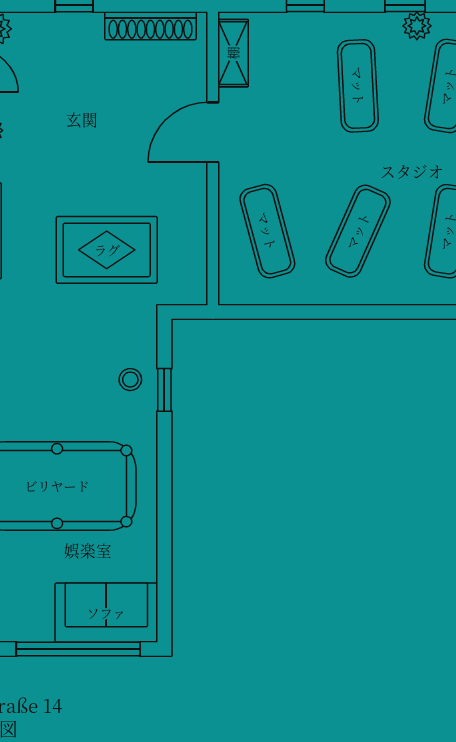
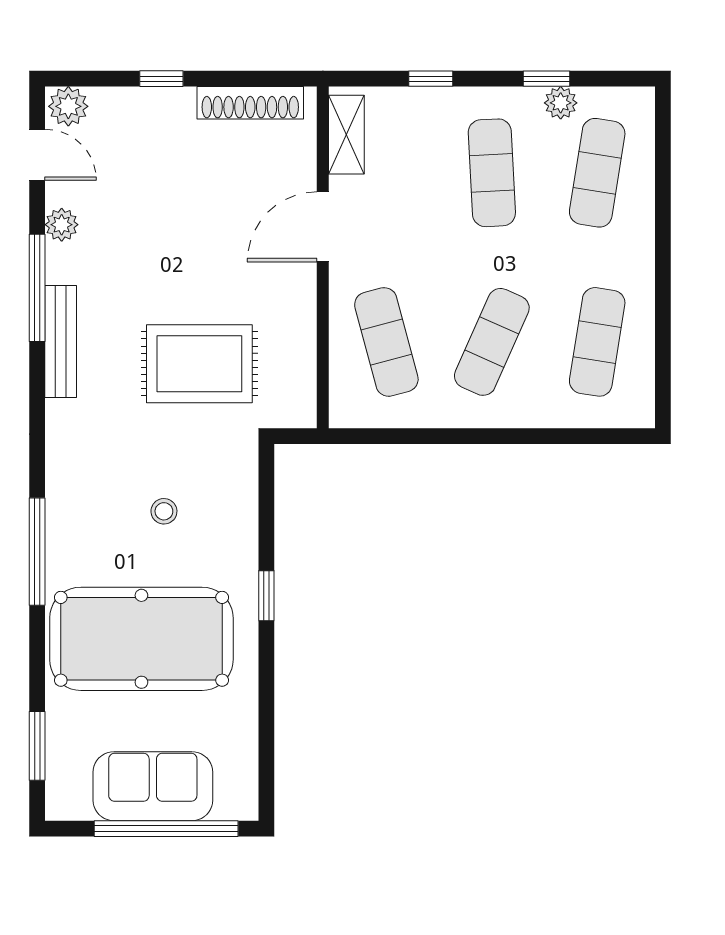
stool: (130, 380) -> (164, 511), moved
window: (164, 390) -> (266, 596), moved
sofa: (106, 613) -> (153, 786), moved

